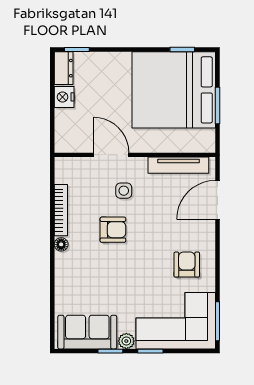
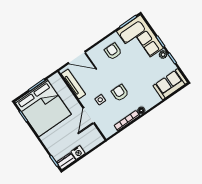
armchair: (187, 265) -> (113, 51), turned 90
sofa: (87, 332) -> (170, 84), moved, turned 90

